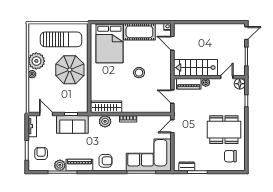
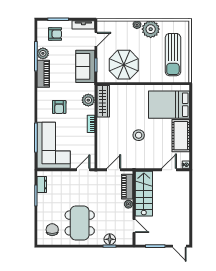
parasol: (70, 70) -> (124, 65), moved
floor lamp: (240, 84) -> (110, 239), moved
door: (172, 126) -> (83, 170), hinge flipped
armchair: (105, 161) -> (59, 107), moved

